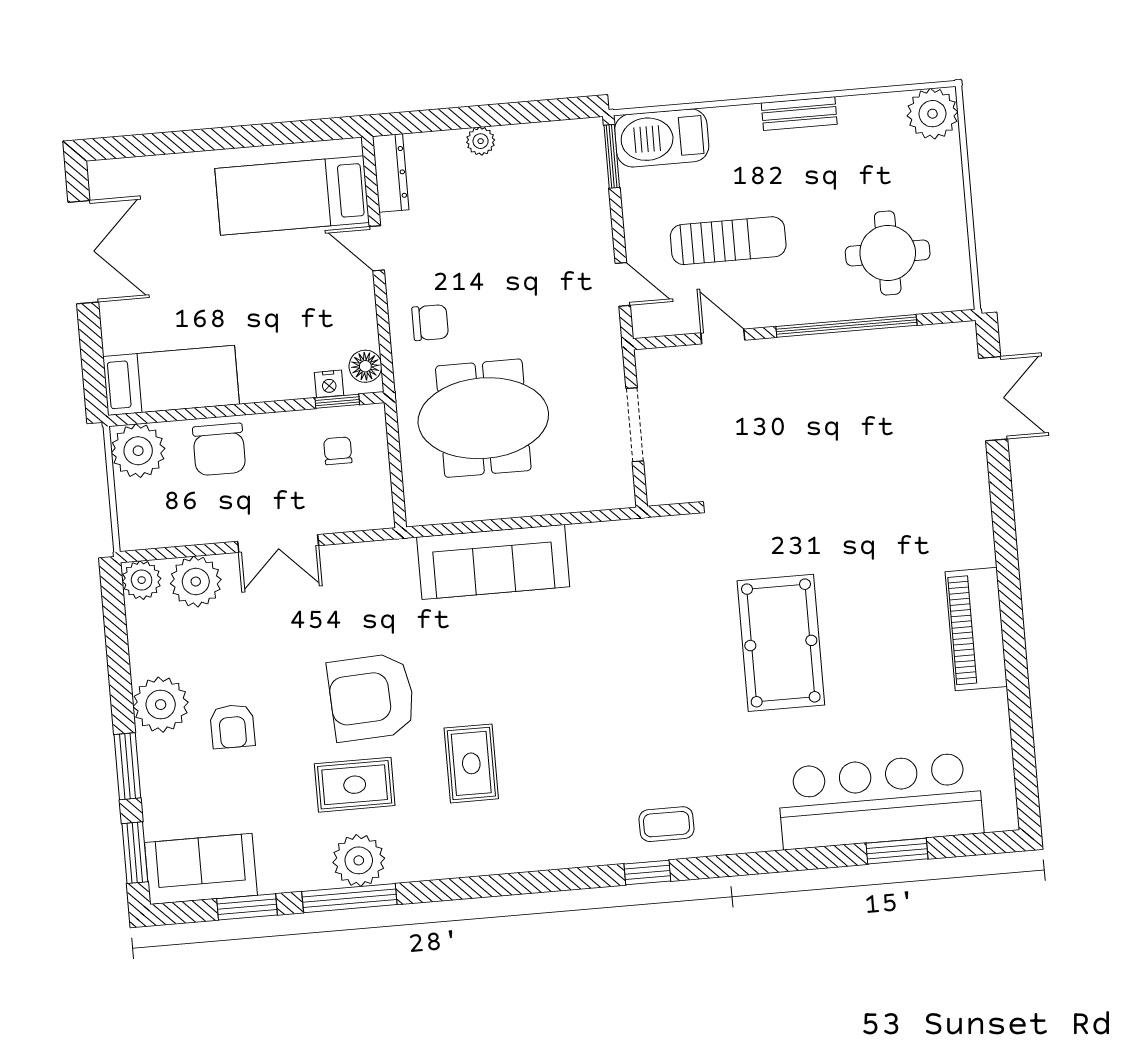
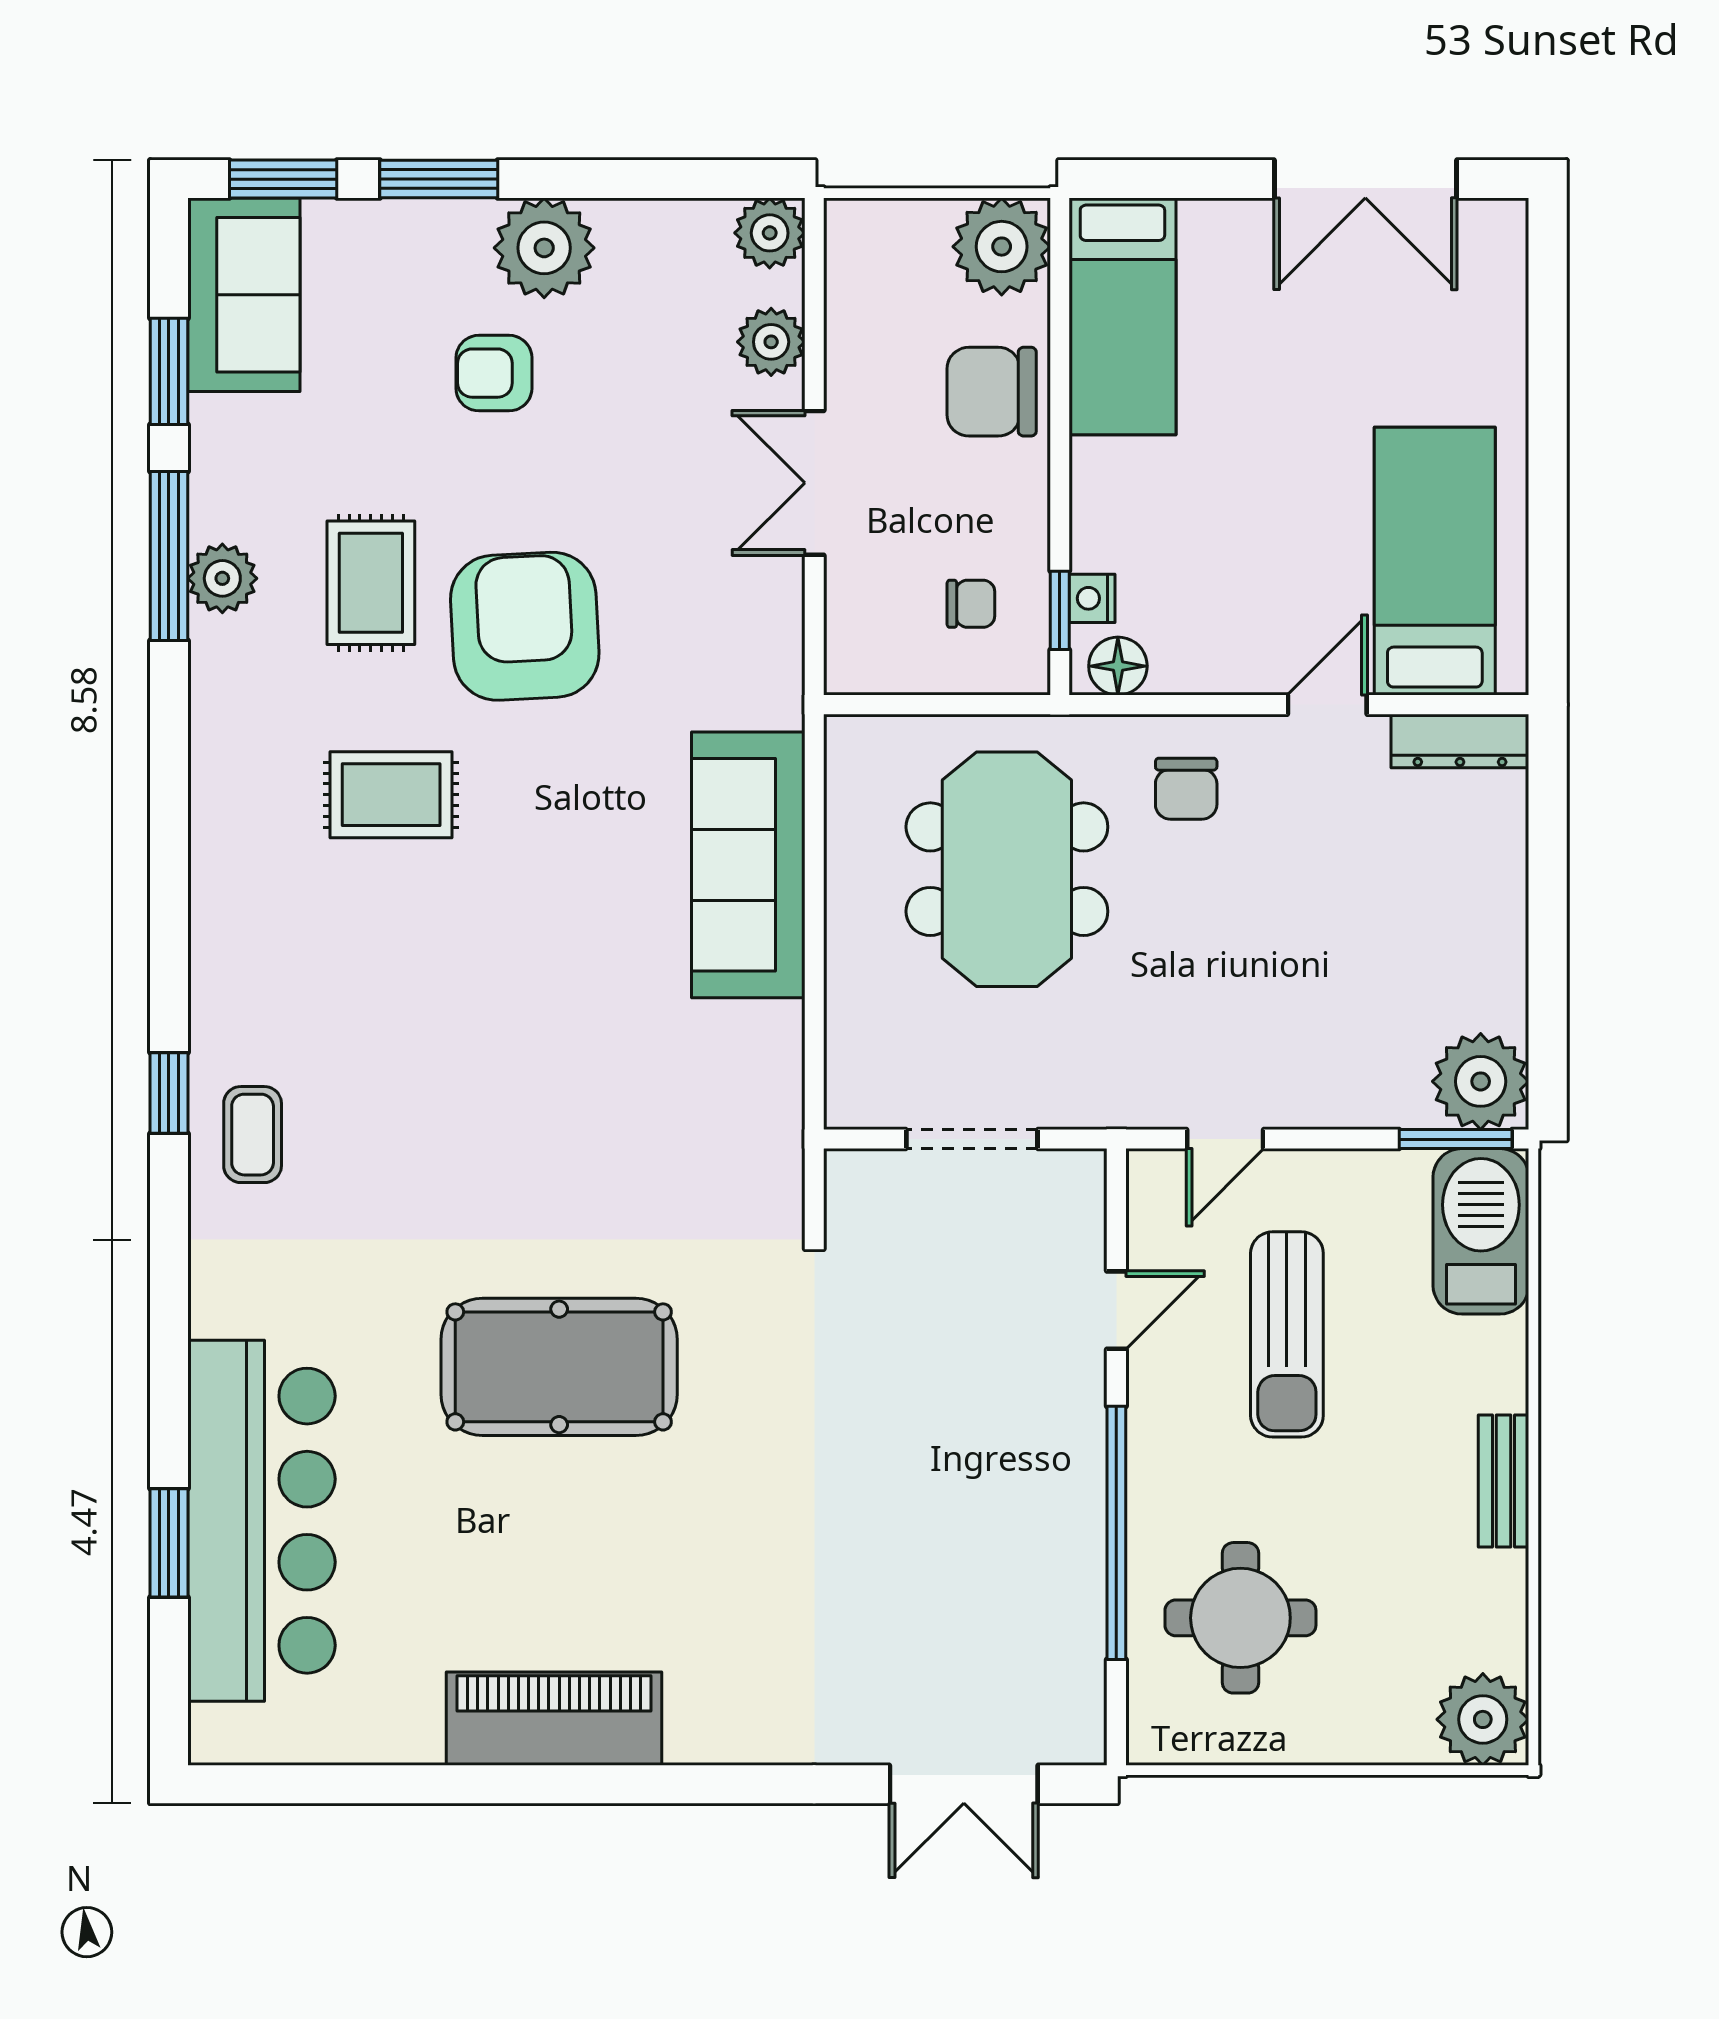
plant: (481, 141) -> (1481, 1081), moved, width x1.88, depth x1.88
plant: (196, 582) -> (771, 342), width x0.73, depth x0.73
plant: (359, 860) -> (222, 578), width x0.73, depth x0.73

